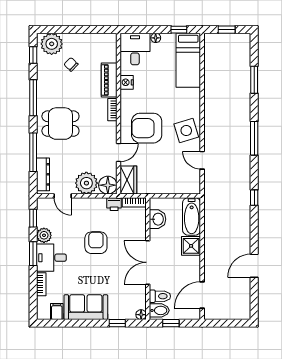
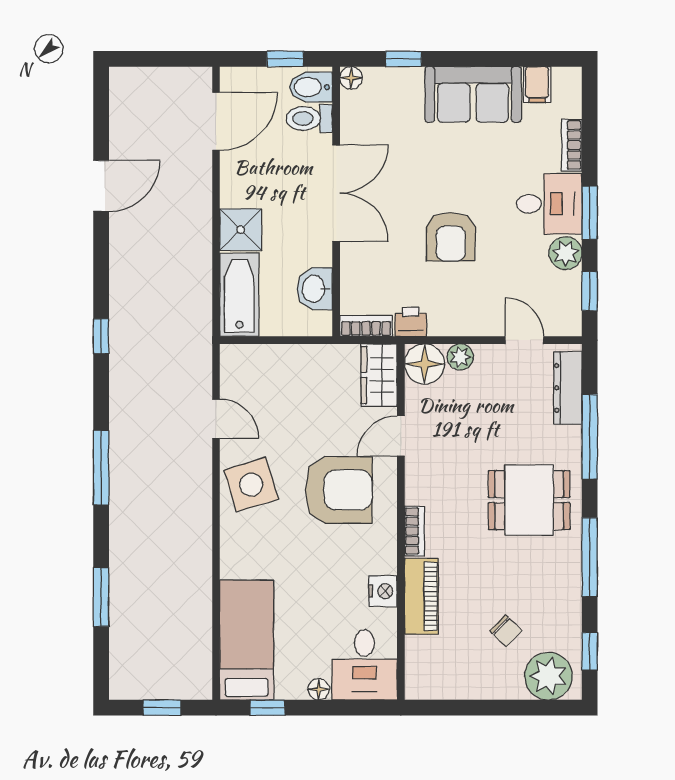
plant: (86, 183) -> (460, 357), width x0.53, depth x0.53

